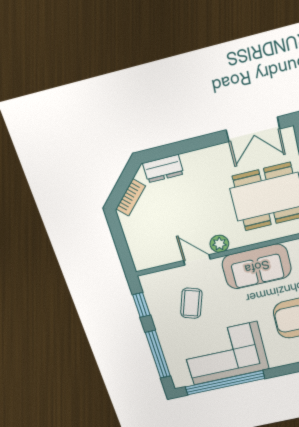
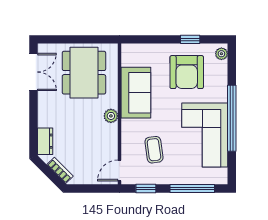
door: (197, 260) -> (120, 170), moved
coffee table: (191, 303) -> (154, 150), turned 63
window: (225, 383) -> (232, 118), moved

